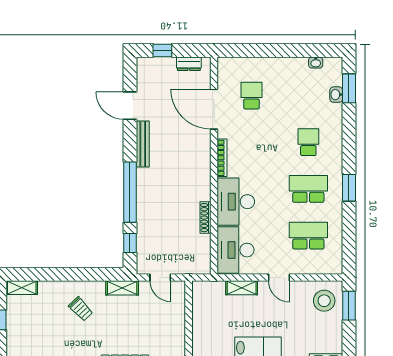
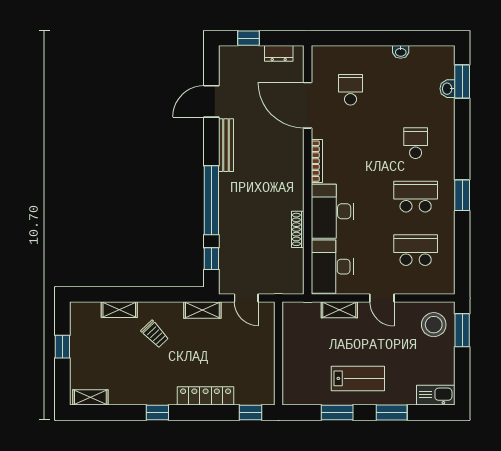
washbasin: (316, 63) -> (401, 52), moved
door: (130, 106) -> (211, 101), hinge flipped
shelving: (22, 288) -> (119, 310), moved

